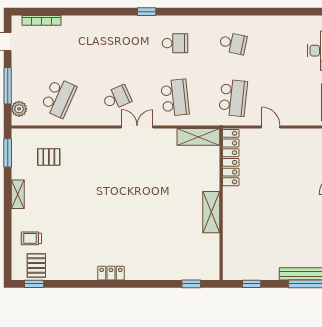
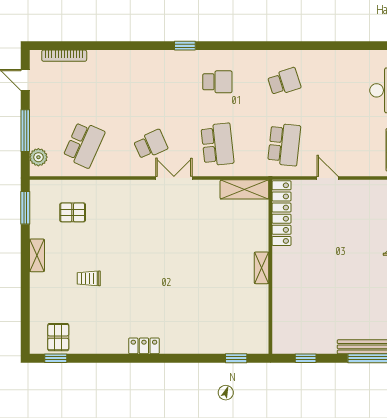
school desk: (233, 43) -> (284, 82), turned -30
shelving: (211, 212) -> (261, 268), width x0.67, depth x0.75
trolley: (31, 238) -> (89, 278), moved

